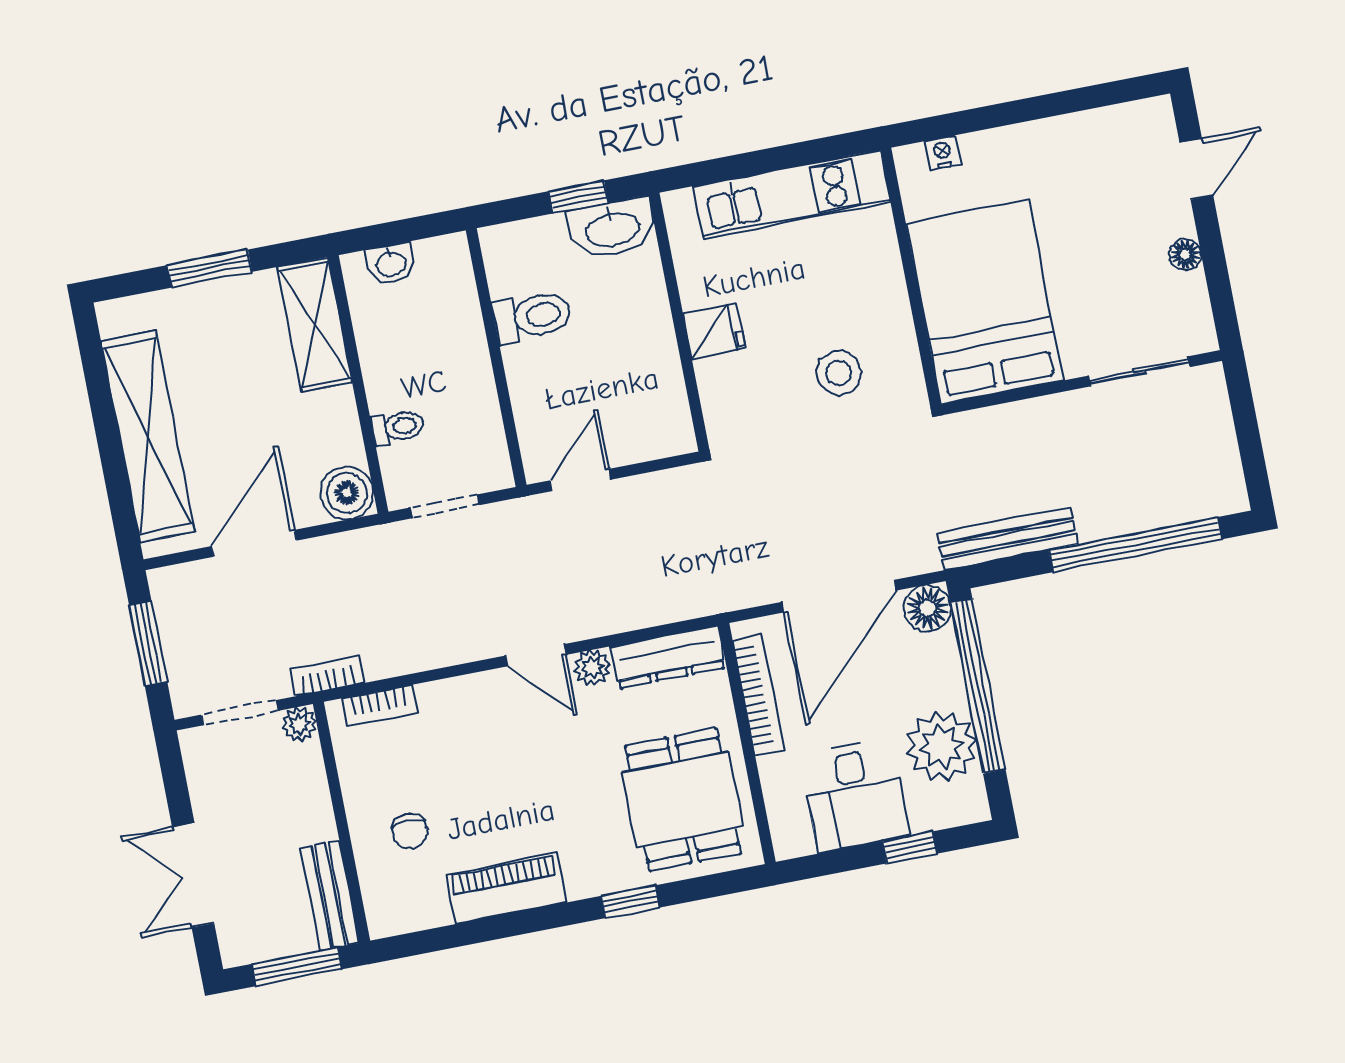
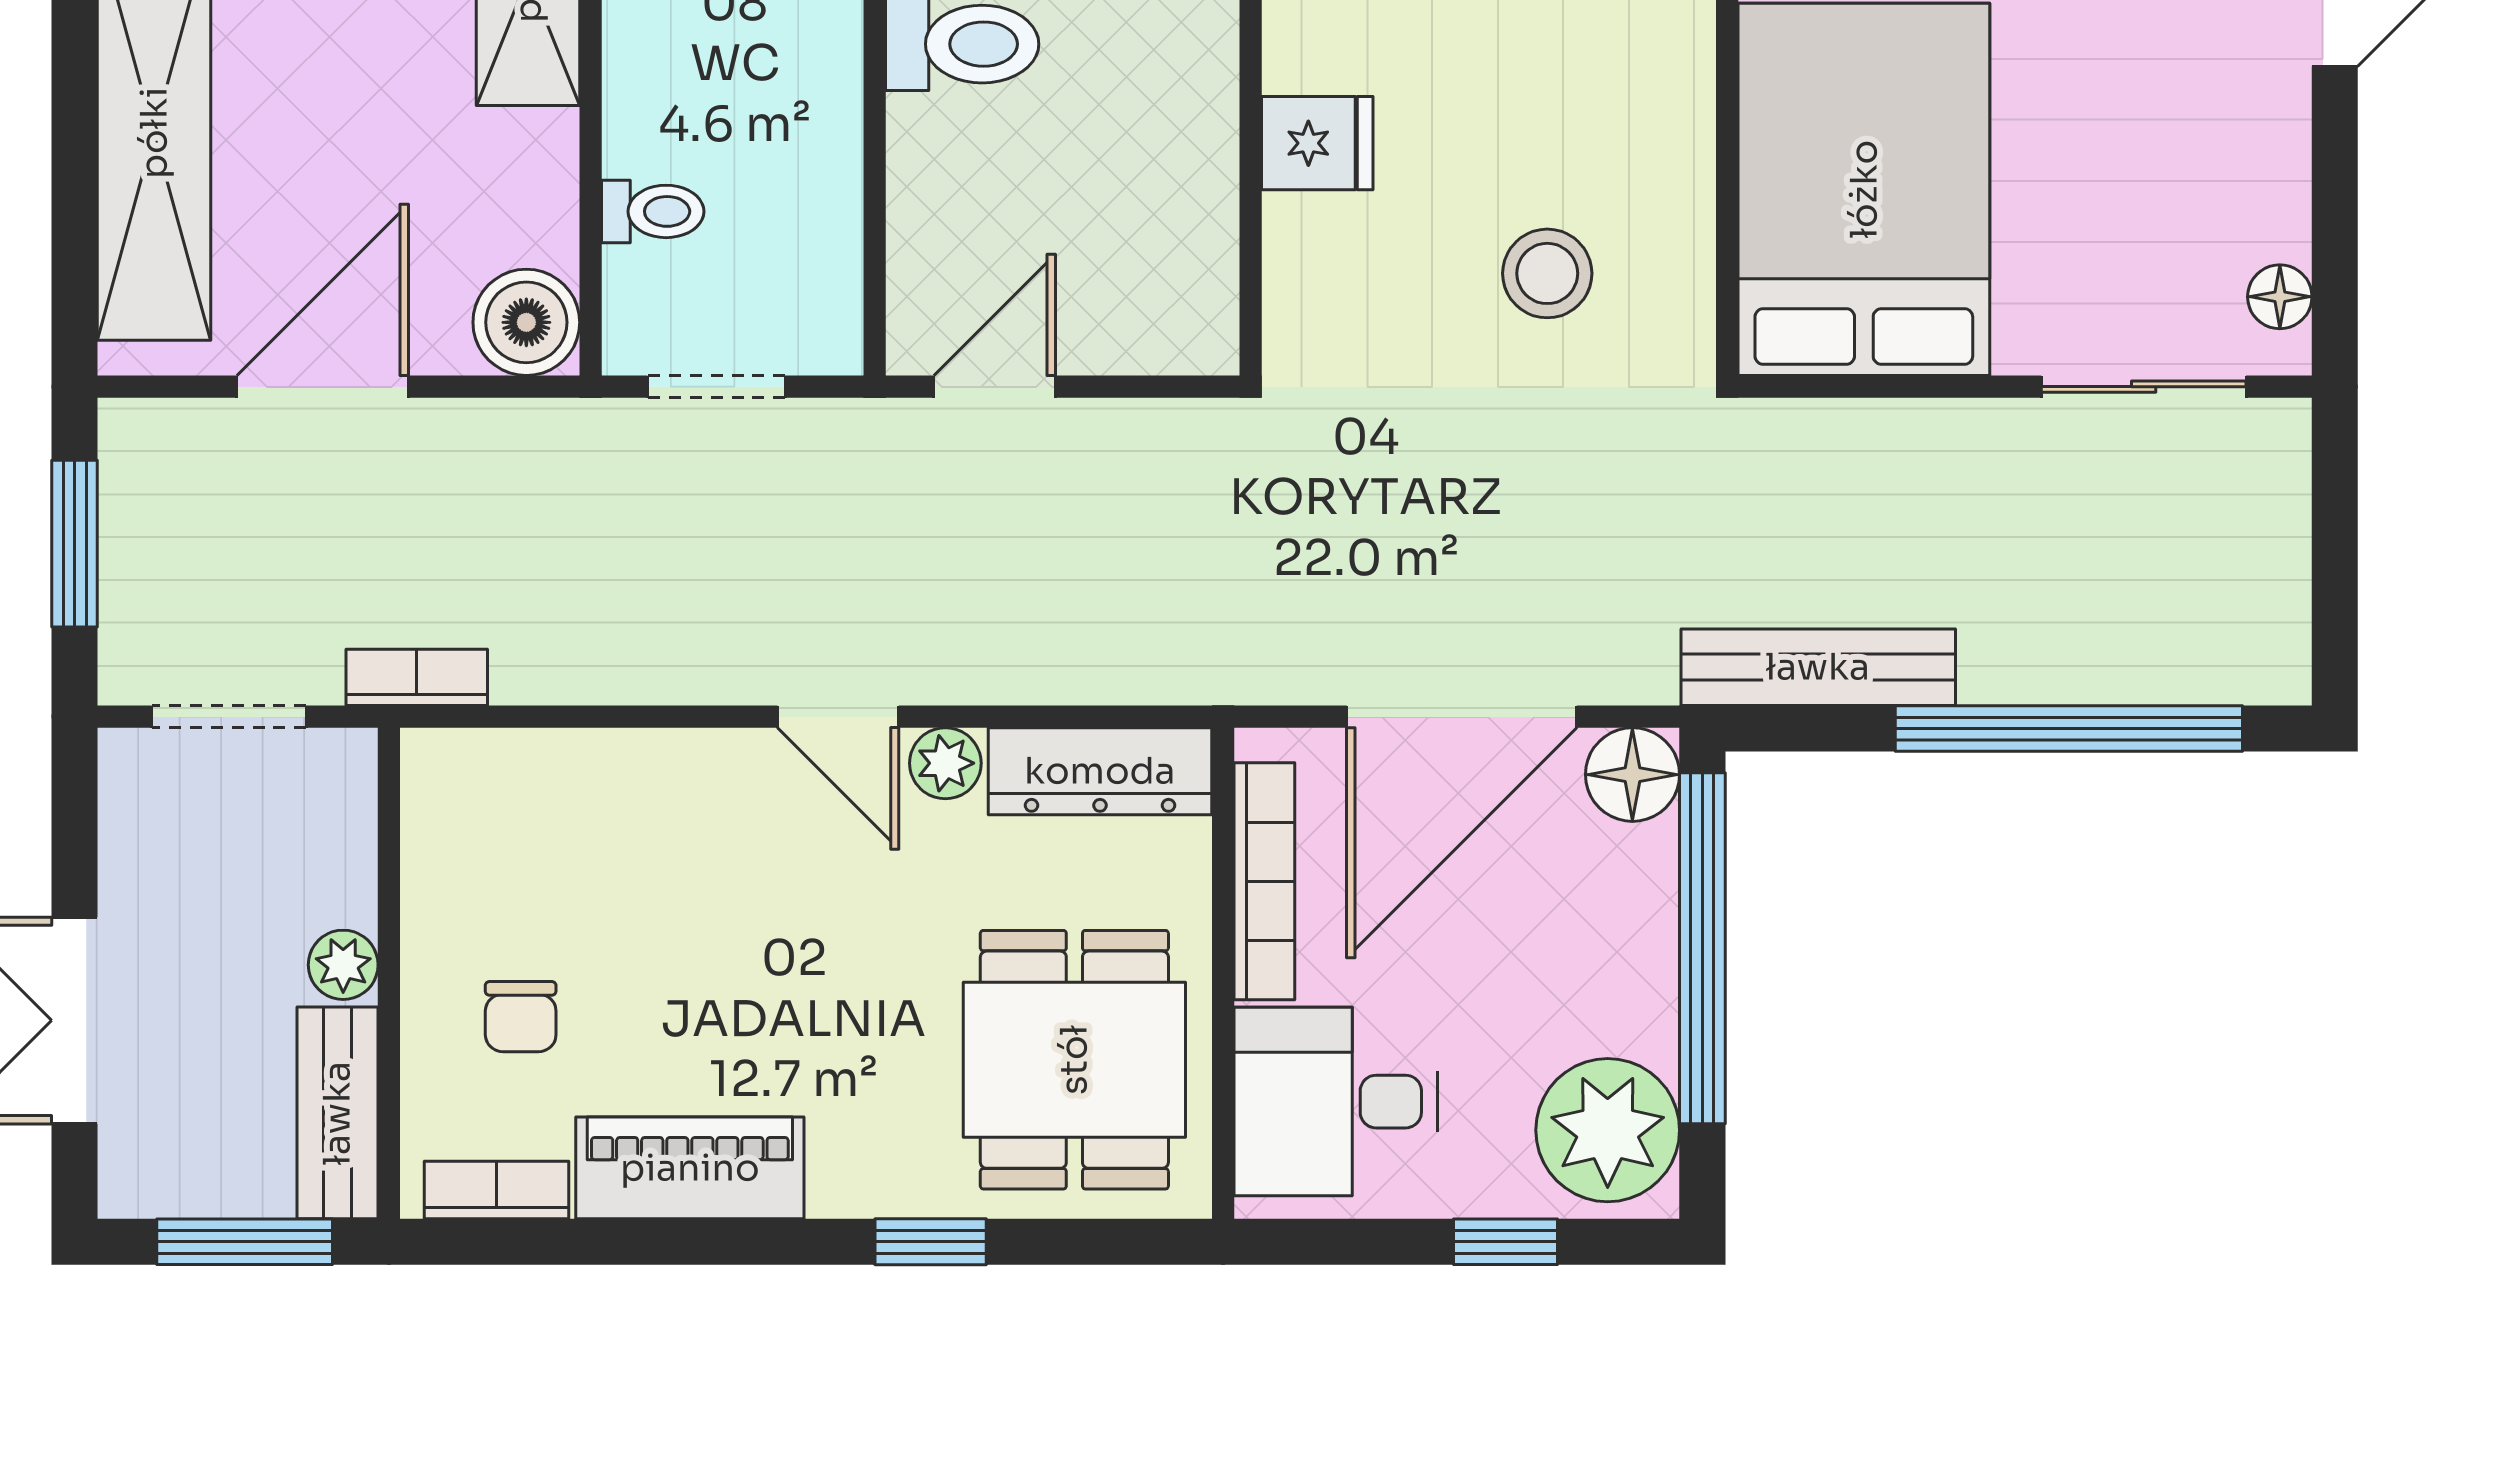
floor lamp: (1185, 255) -> (2280, 297), moved
bookcase: (379, 706) -> (496, 1190), moved, turned 180
plant: (299, 724) -> (343, 965), moved
plant: (942, 746) -> (1608, 1130), moved
desk: (855, 795) -> (1336, 1102), moved, turned 90

